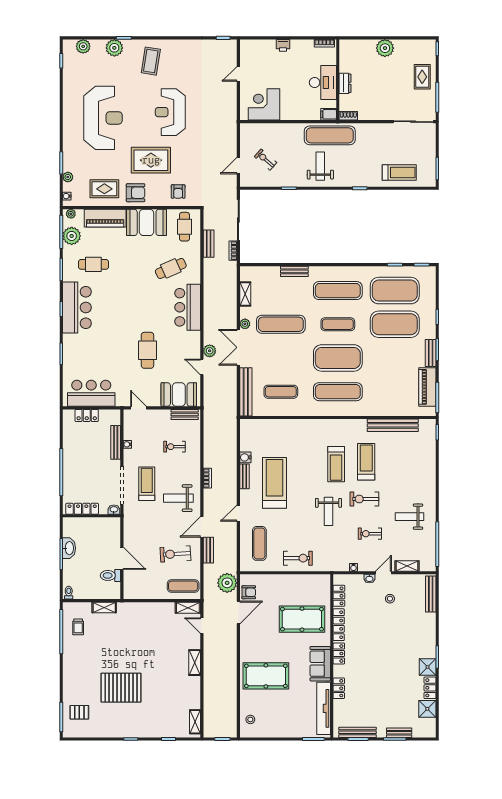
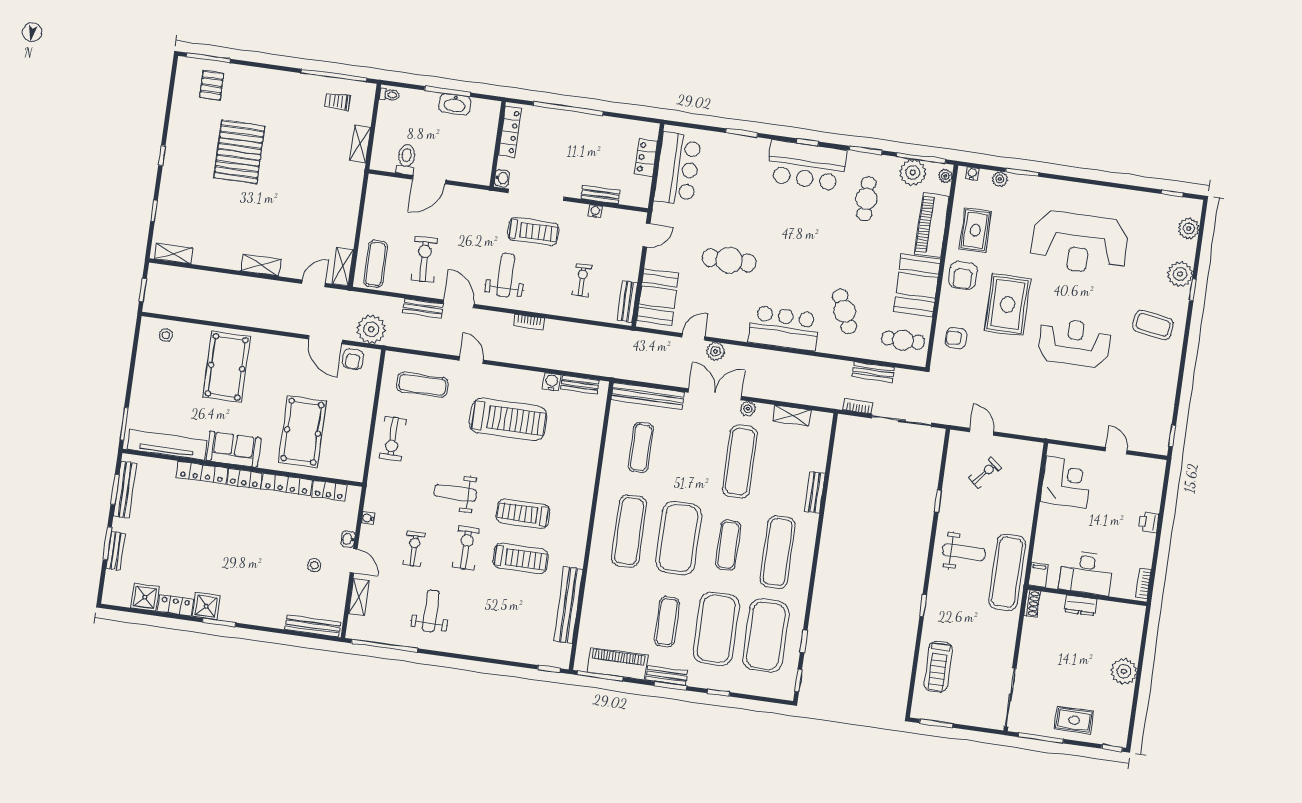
exercise mat: (395, 358) -> (667, 622), added
bench: (116, 442) -> (600, 195), width x0.73
bench: (245, 476) -> (580, 385), moved
locker: (339, 688) -> (202, 473), width x1.53

